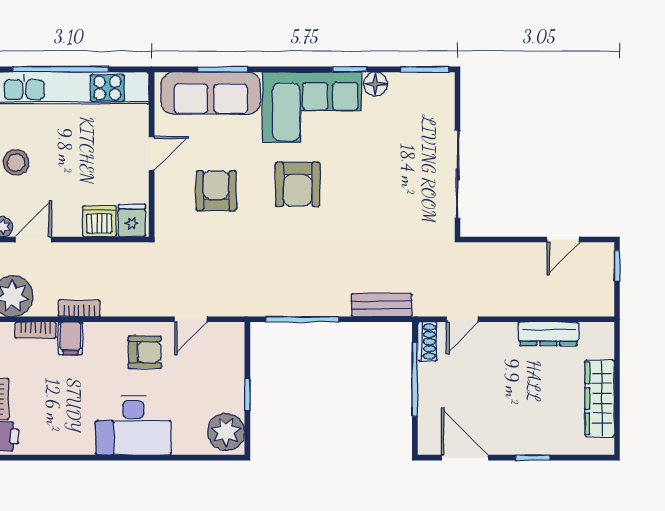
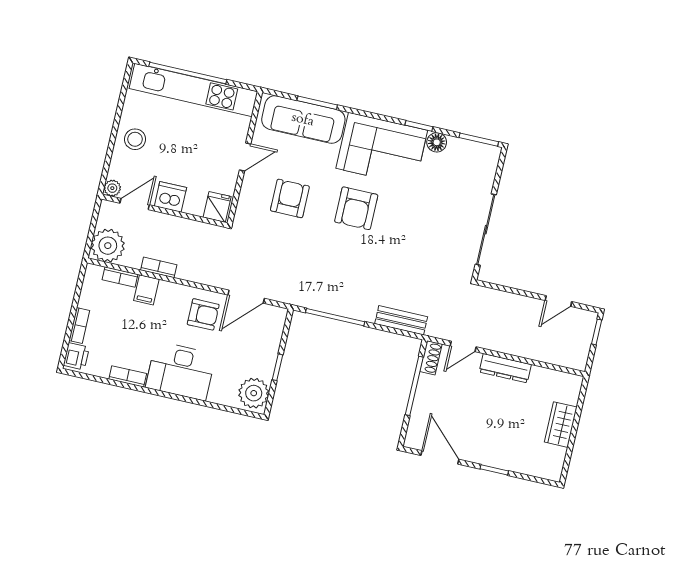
dishwasher: (99, 221) -> (170, 197), moved
door: (191, 319) -> (246, 297), width x1.38
dresser: (548, 334) -> (505, 368), moved
wardrobe: (600, 398) -> (561, 425), width x0.67
bookcase: (72, 446) -> (128, 376), added

